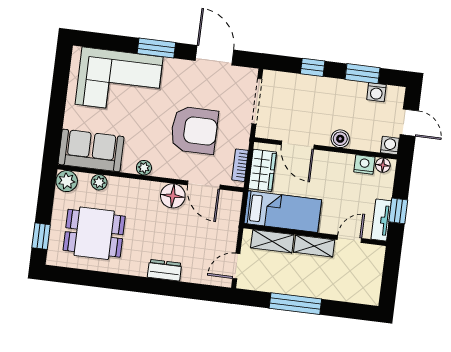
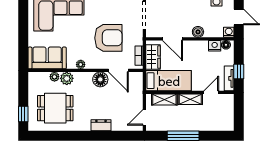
plant: (67, 181) -> (67, 78), moved

